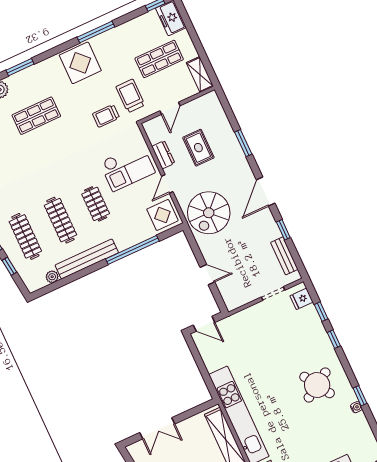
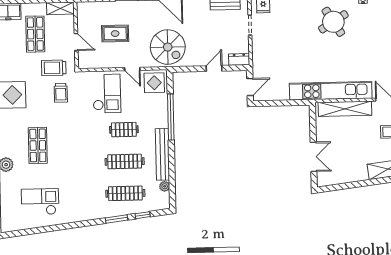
dresser: (163, 155) -> (239, 59), moved

